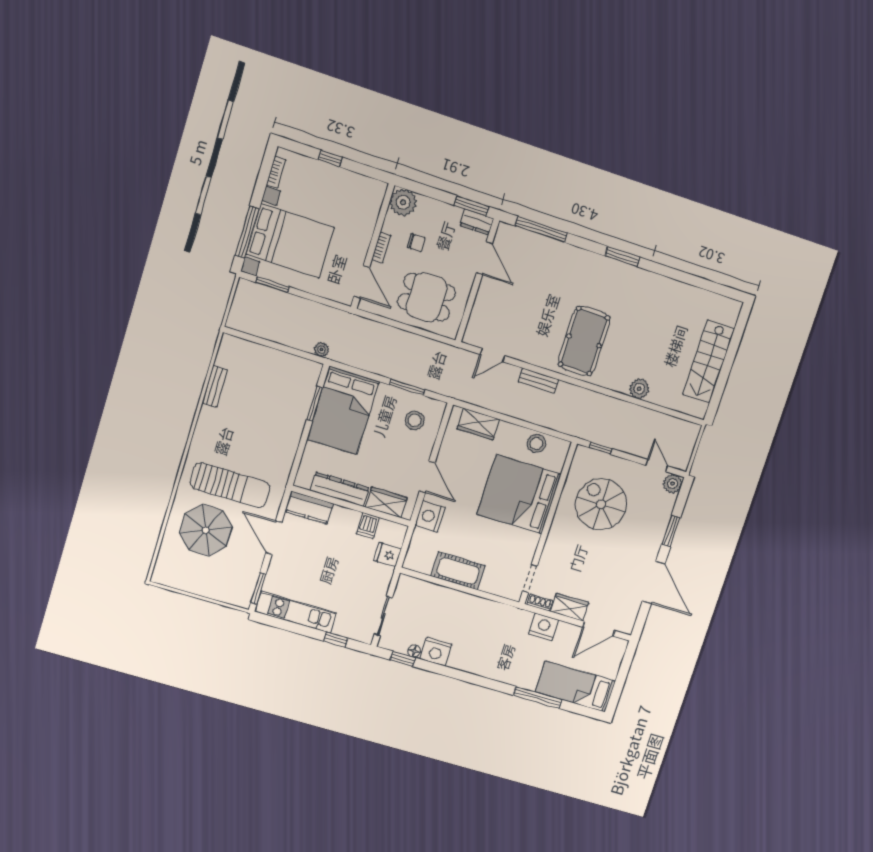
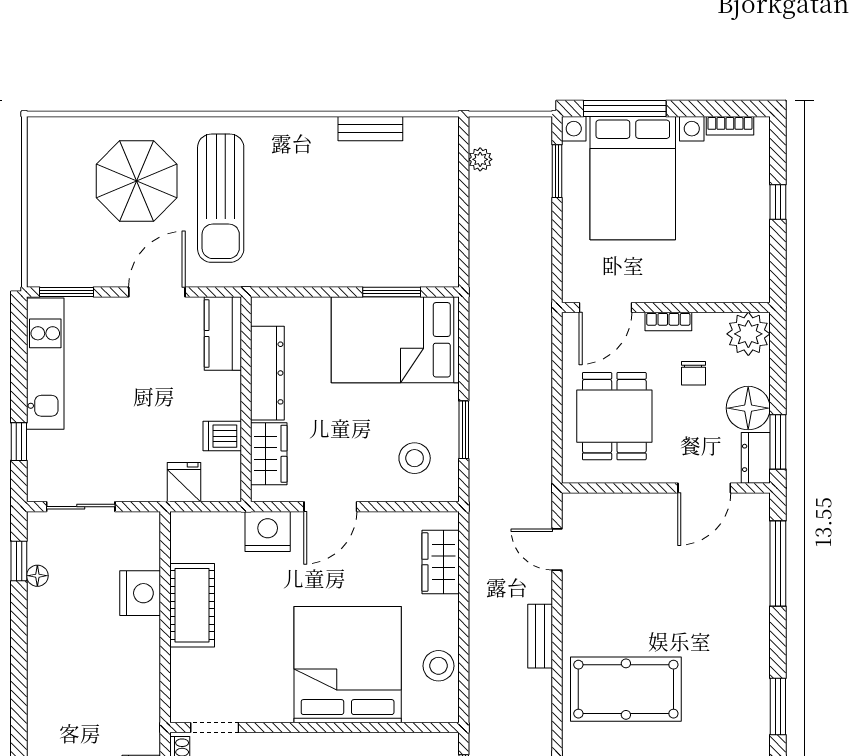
floor lamp: (446, 217) -> (748, 408), added
plant: (321, 350) -> (480, 159), moved
nightstand: (436, 652) -> (140, 593), moved, turned 180

